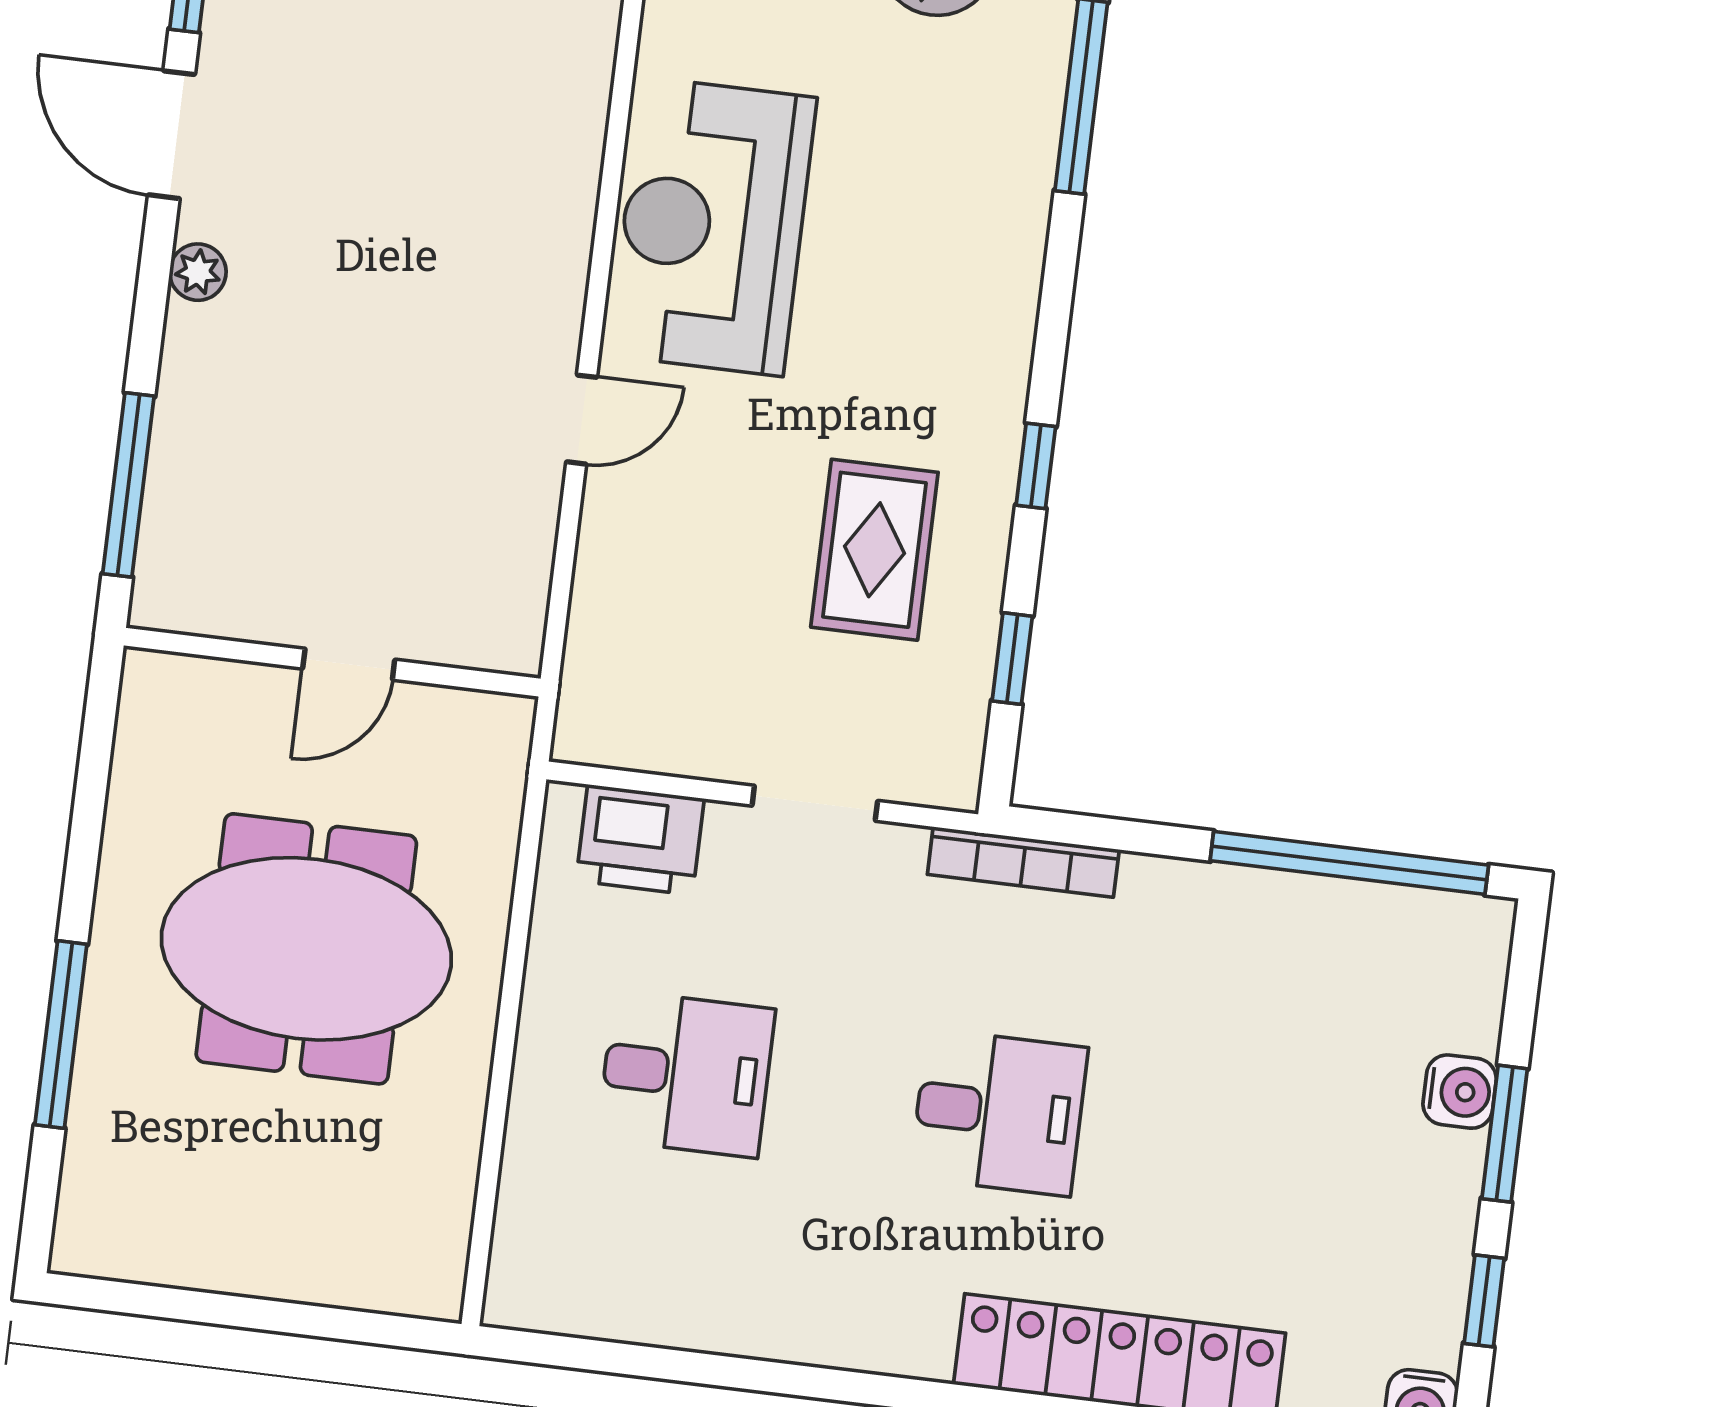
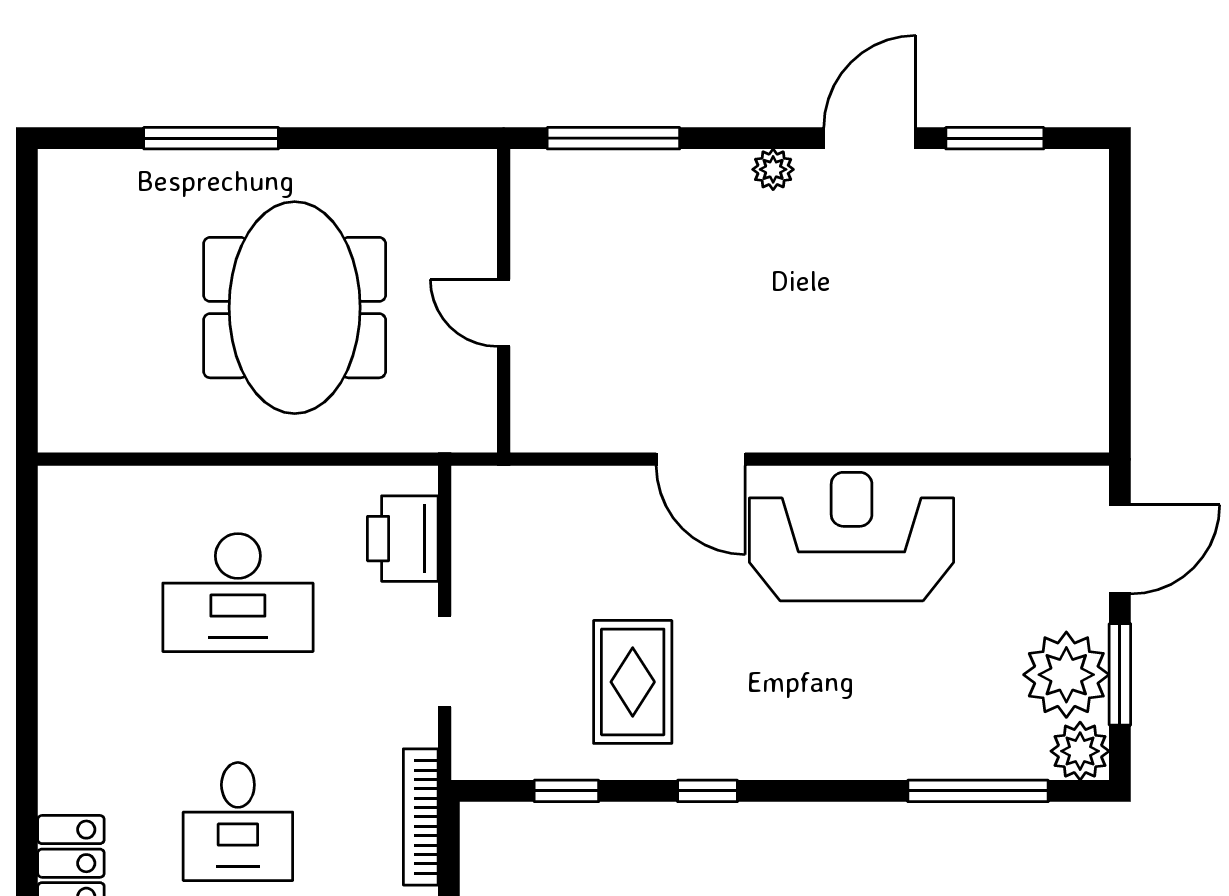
door: (582, 420) -> (701, 459), width x1.38
rug: (874, 550) -> (633, 682), turned 90
desk: (686, 1074) -> (238, 593), width x1.37

